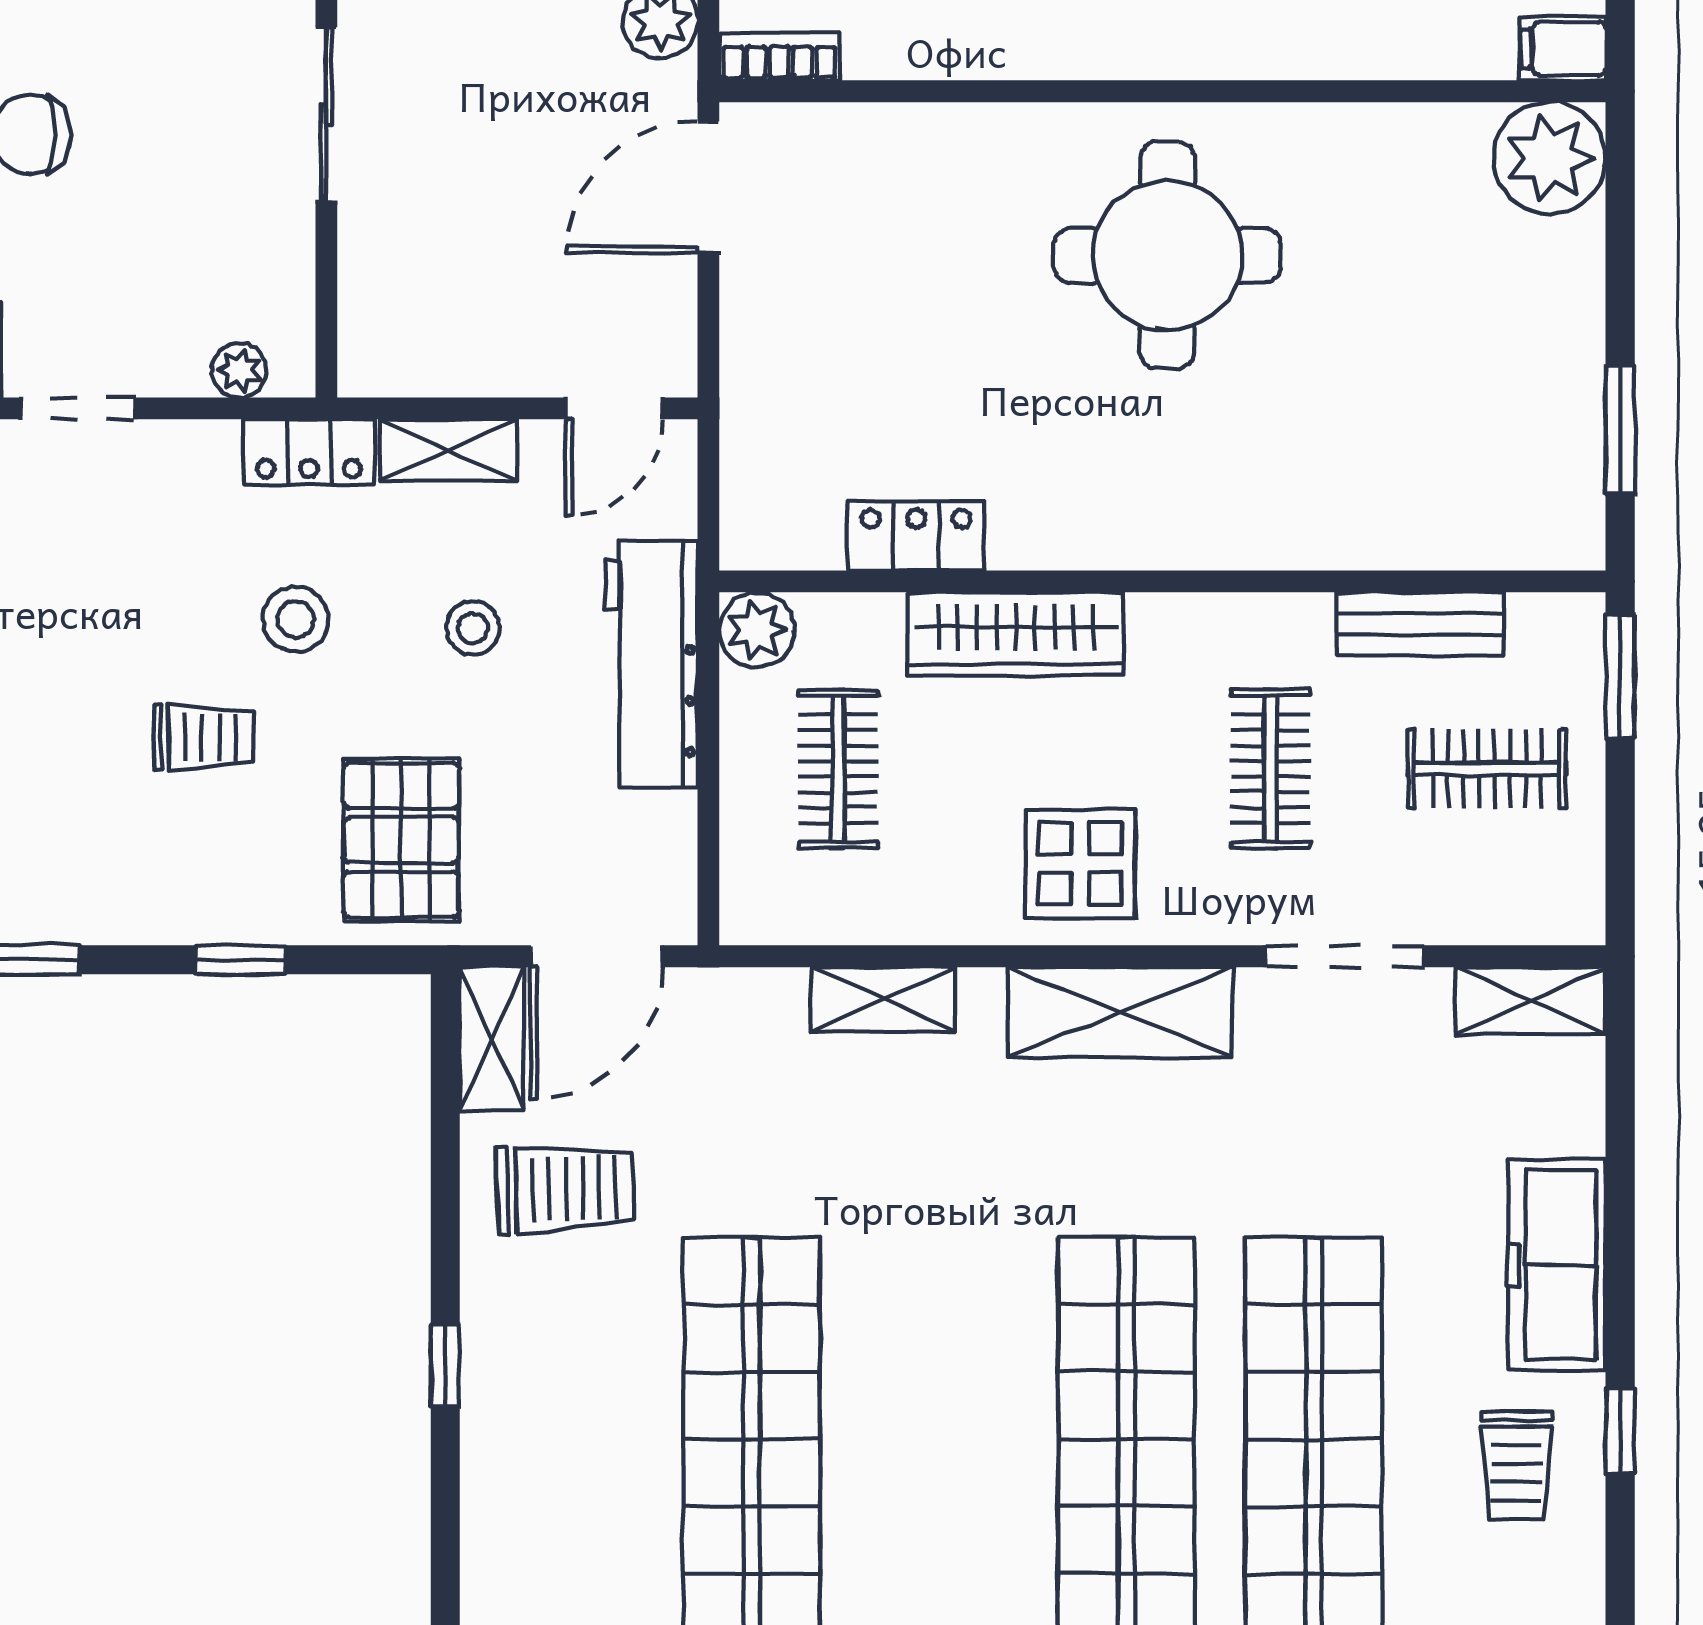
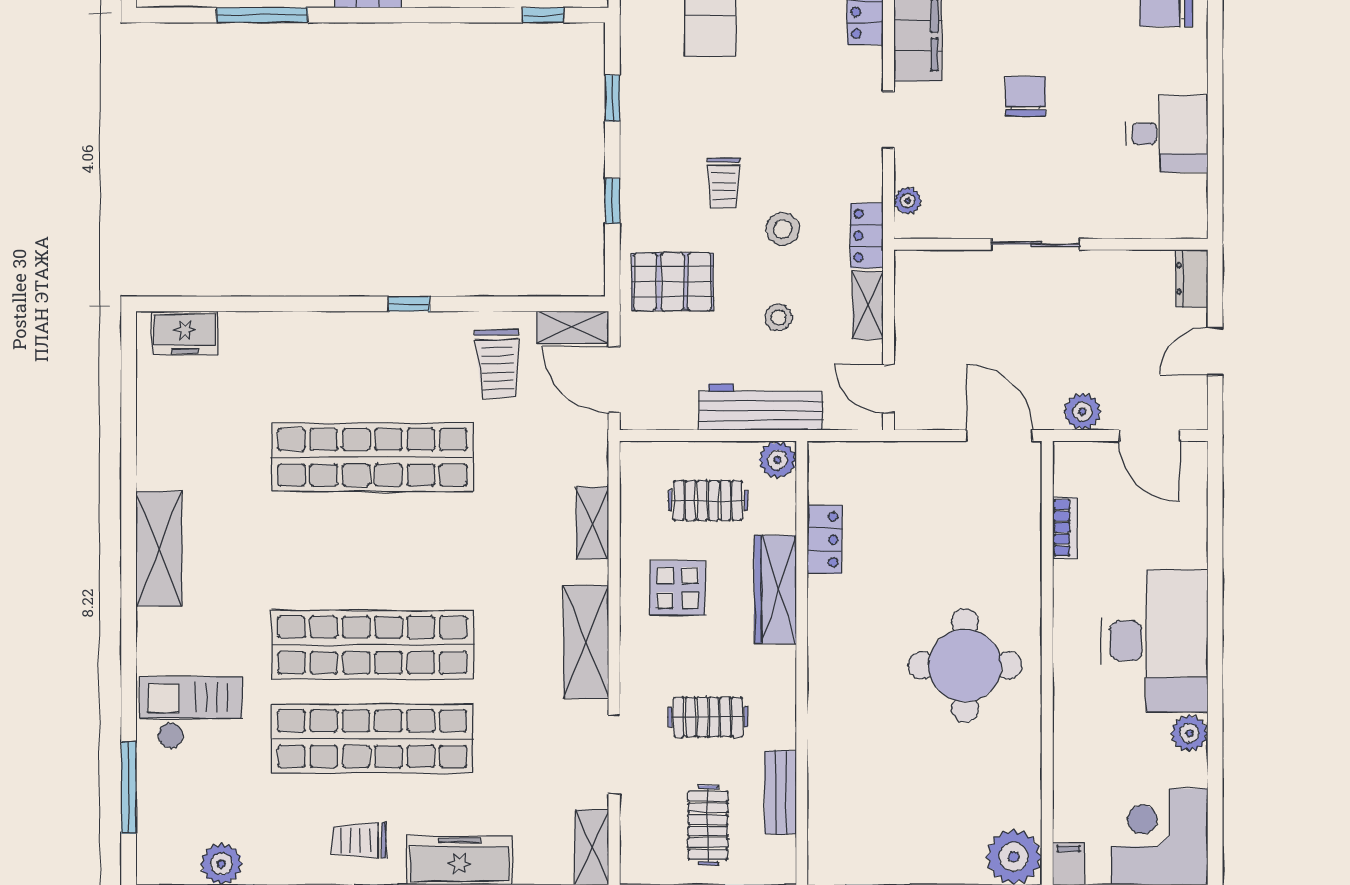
bookcase: (779, 56) -> (1065, 528), moved
display table: (1080, 864) -> (678, 588), moved

